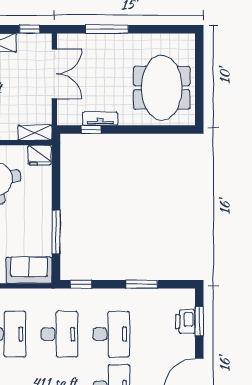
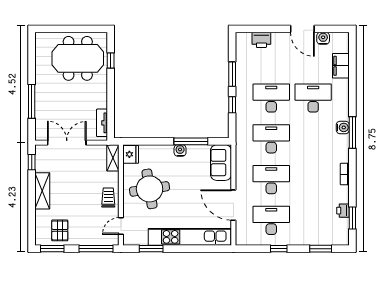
tv unit: (100, 119) -> (102, 123), moved
window: (91, 130) -> (111, 60), moved
water cooler: (45, 218) -> (180, 150), added
window: (81, 284) -> (232, 105), moved
window: (199, 321) -> (261, 29), removed

